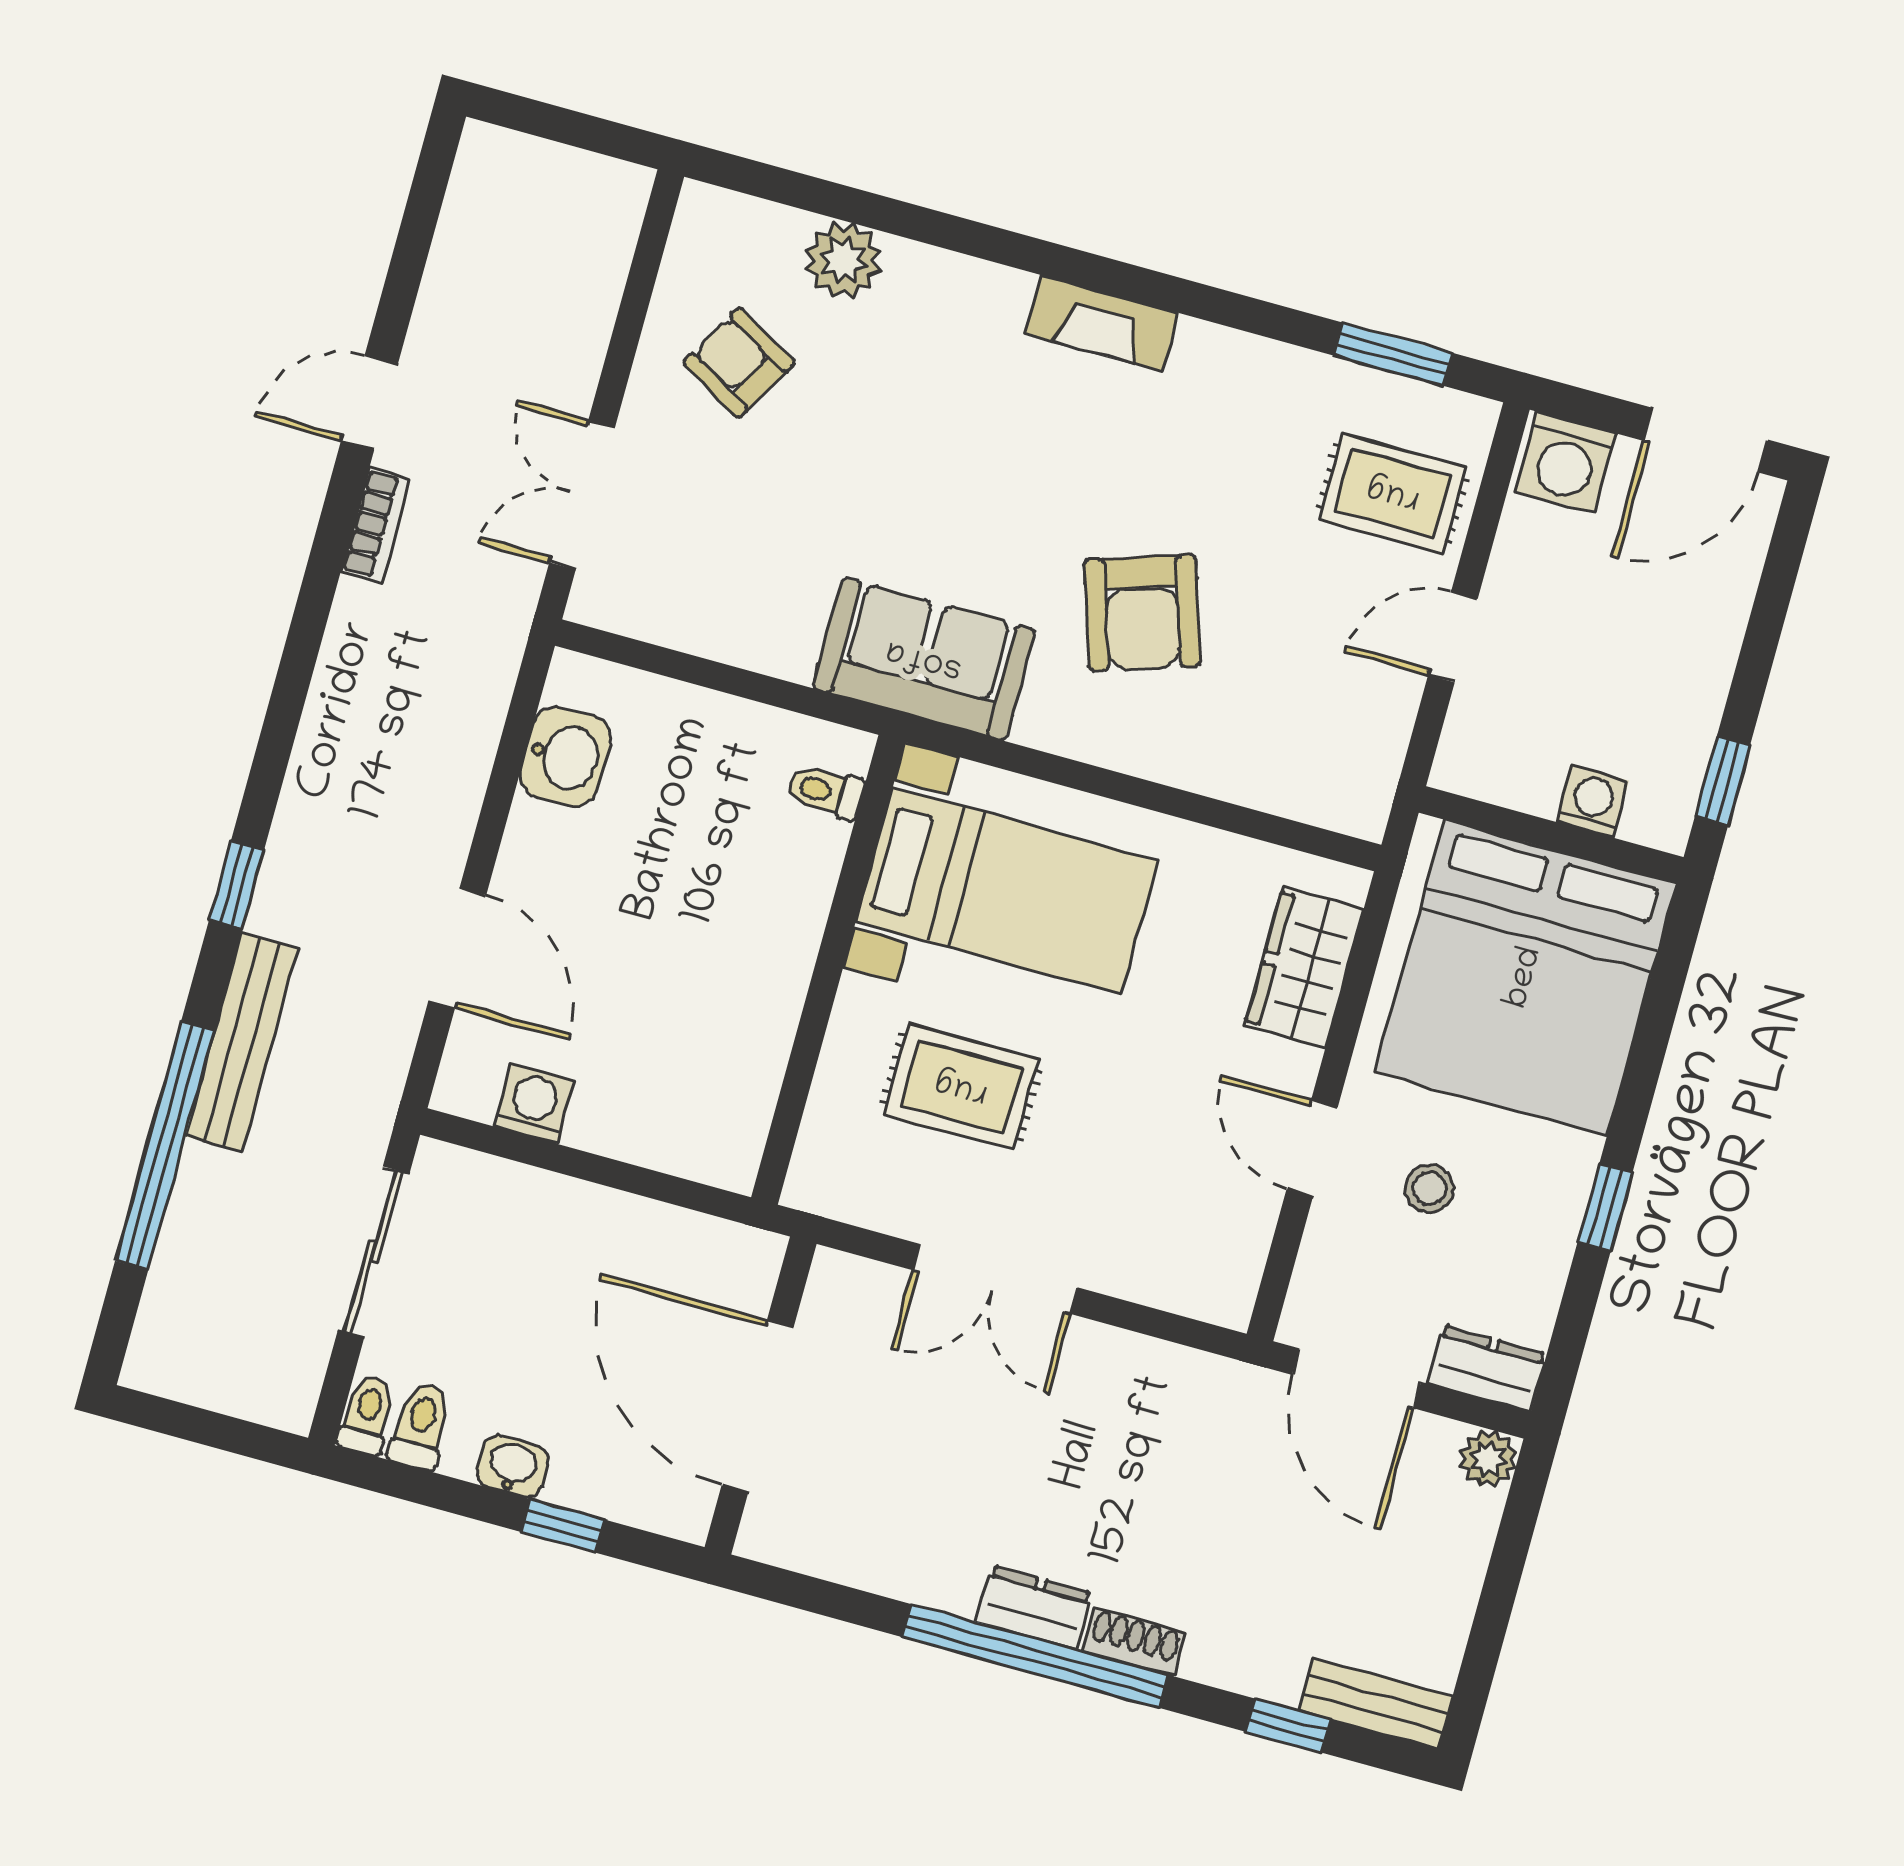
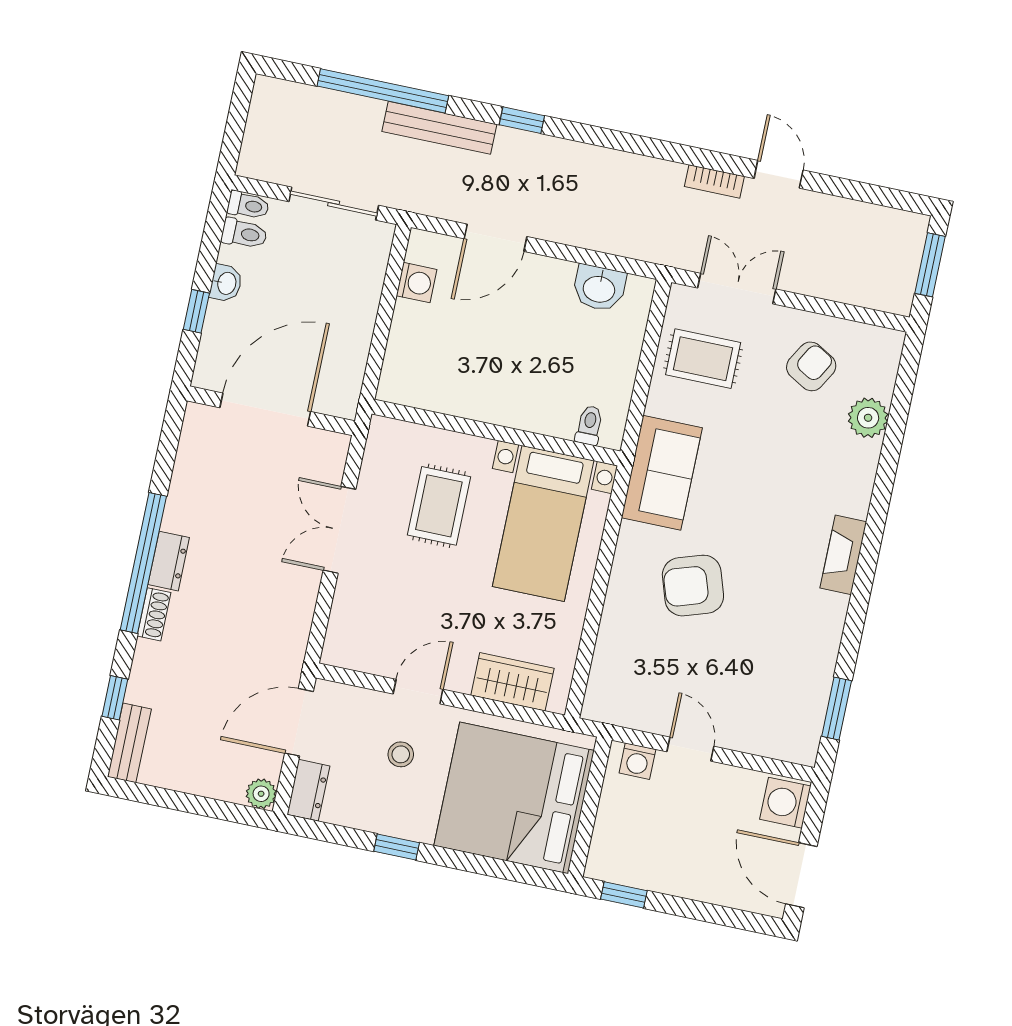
window: (560, 125) -> (930, 265), added
rug: (1393, 493) -> (703, 359), moved, turned 90
washing machine: (1592, 801) -> (637, 761), moved, turned 90

